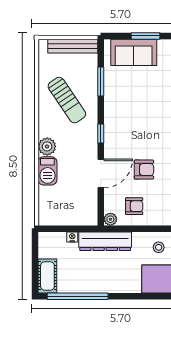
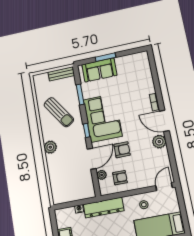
bench: (73, 46) -> (61, 74), width x0.73
corner sofa: (126, 121) -> (103, 118), added
barbecue: (47, 171) -> (53, 164), removed
plant: (110, 219) -> (102, 175), moved

